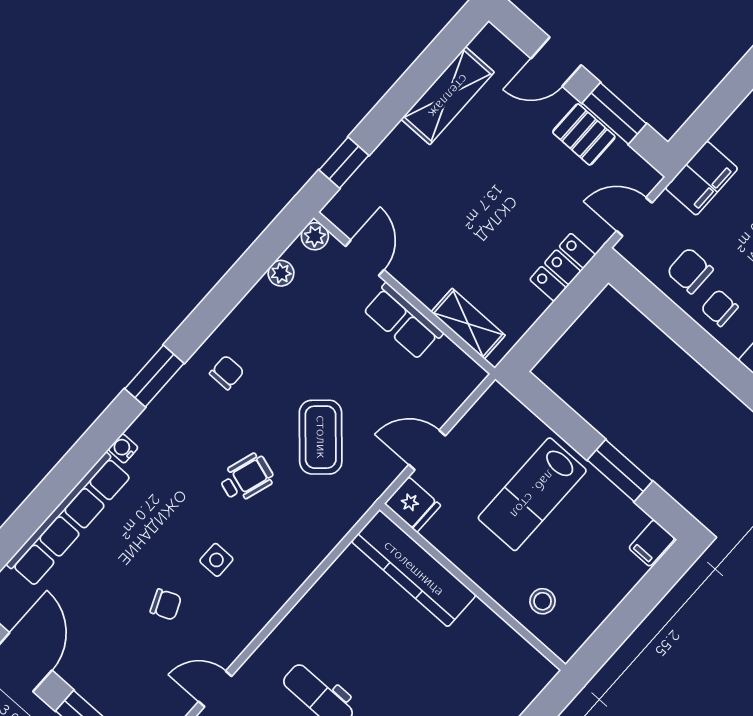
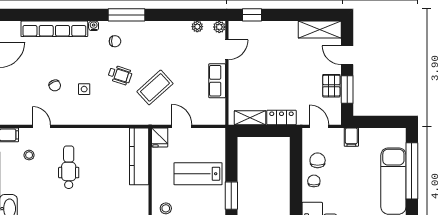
shelving: (448, 96) -> (320, 30), moved
filing cabinet: (702, 178) -> (351, 137), width x0.50
shelving: (468, 324) -> (250, 118), moved, turned 90
chair: (227, 372) -> (115, 41), moved
window: (154, 376) -> (127, 15), width x1.44

